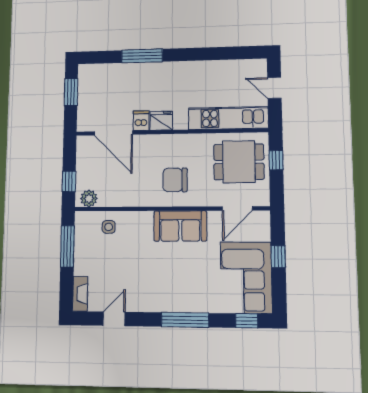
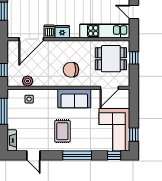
door: (113, 133) -> (31, 39), hinge flipped
plant: (89, 198) -> (28, 81), moved
window: (278, 257) -> (134, 135), moved
rug: (161, 279) -> (62, 131), added
door: (114, 319) -> (33, 155), swing flipped

